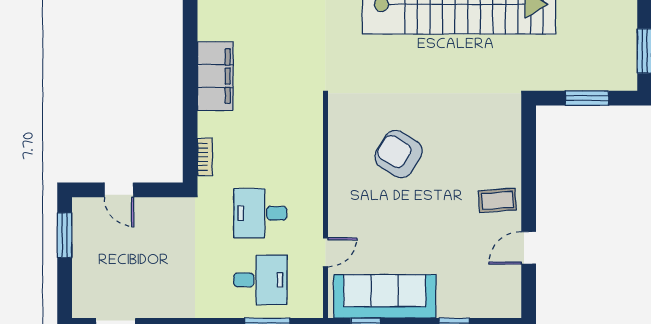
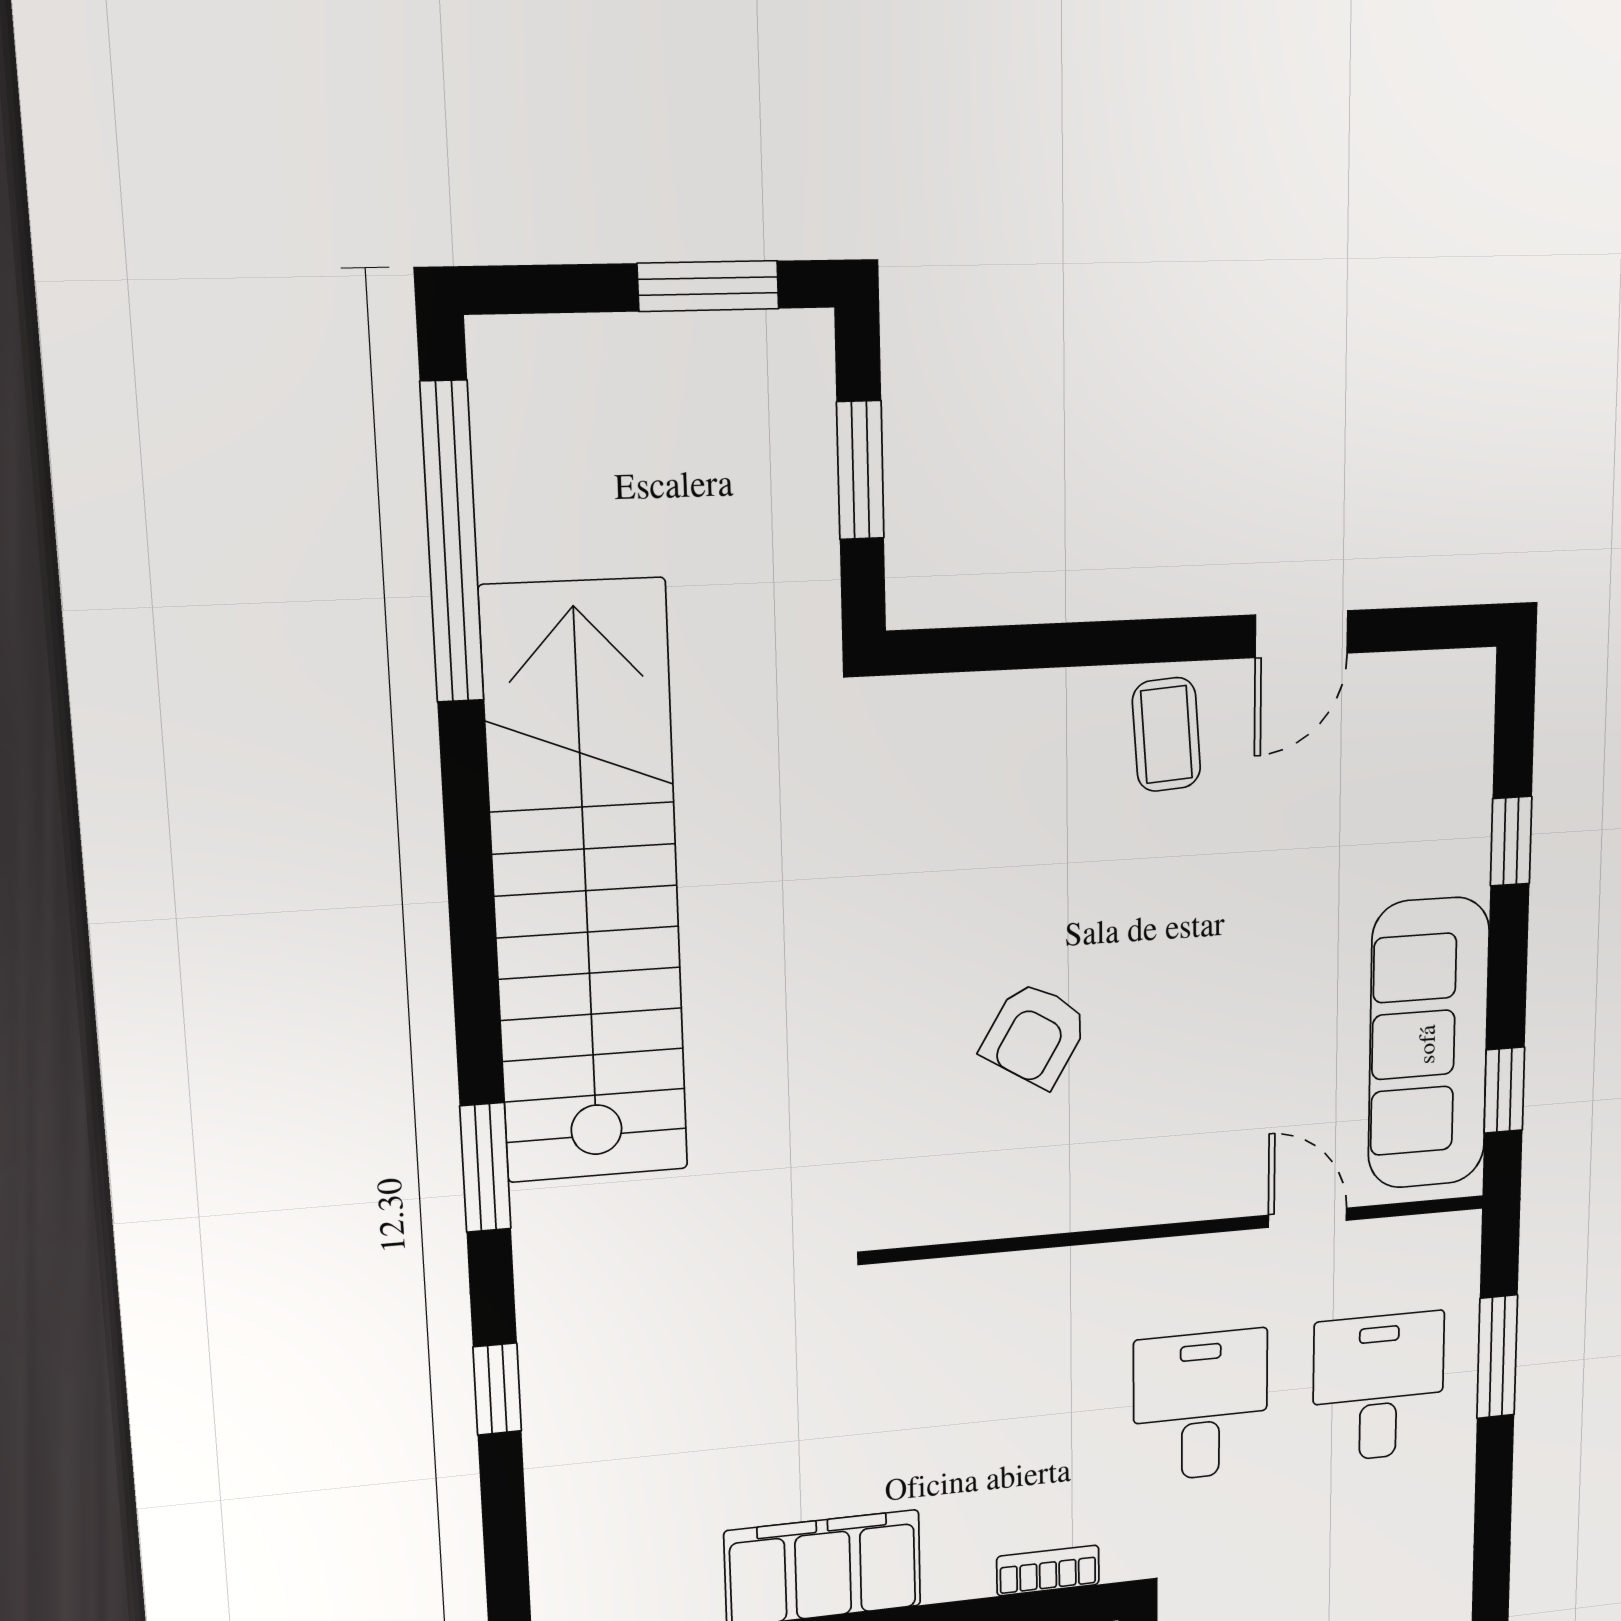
armchair: (398, 154) -> (1035, 1035), width x0.72, depth x0.72
desk: (260, 213) -> (1201, 1406), turned 180
door: (529, 248) -> (1302, 634), hinge flipped

